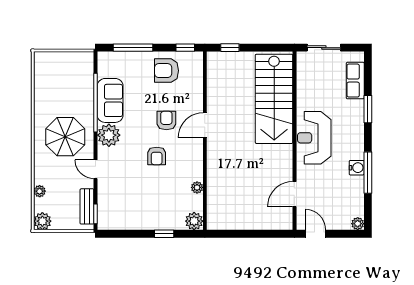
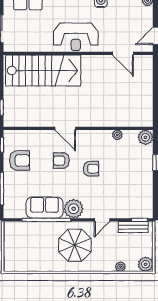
armchair: (166, 71) -> (20, 160), turned -90

